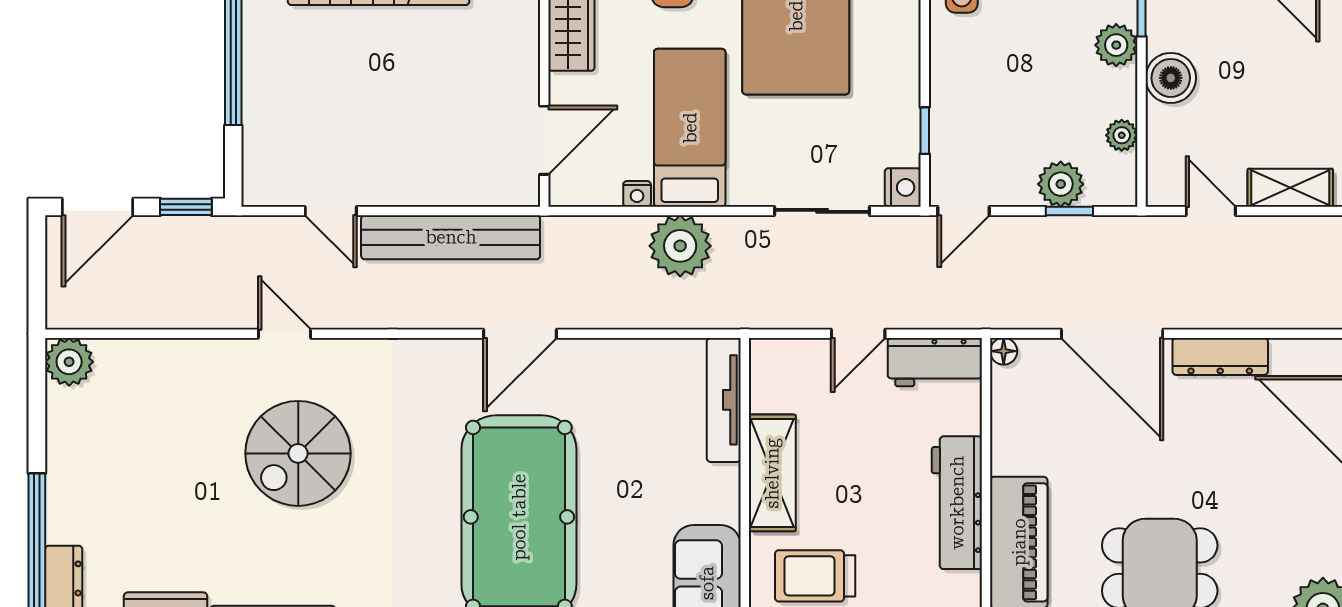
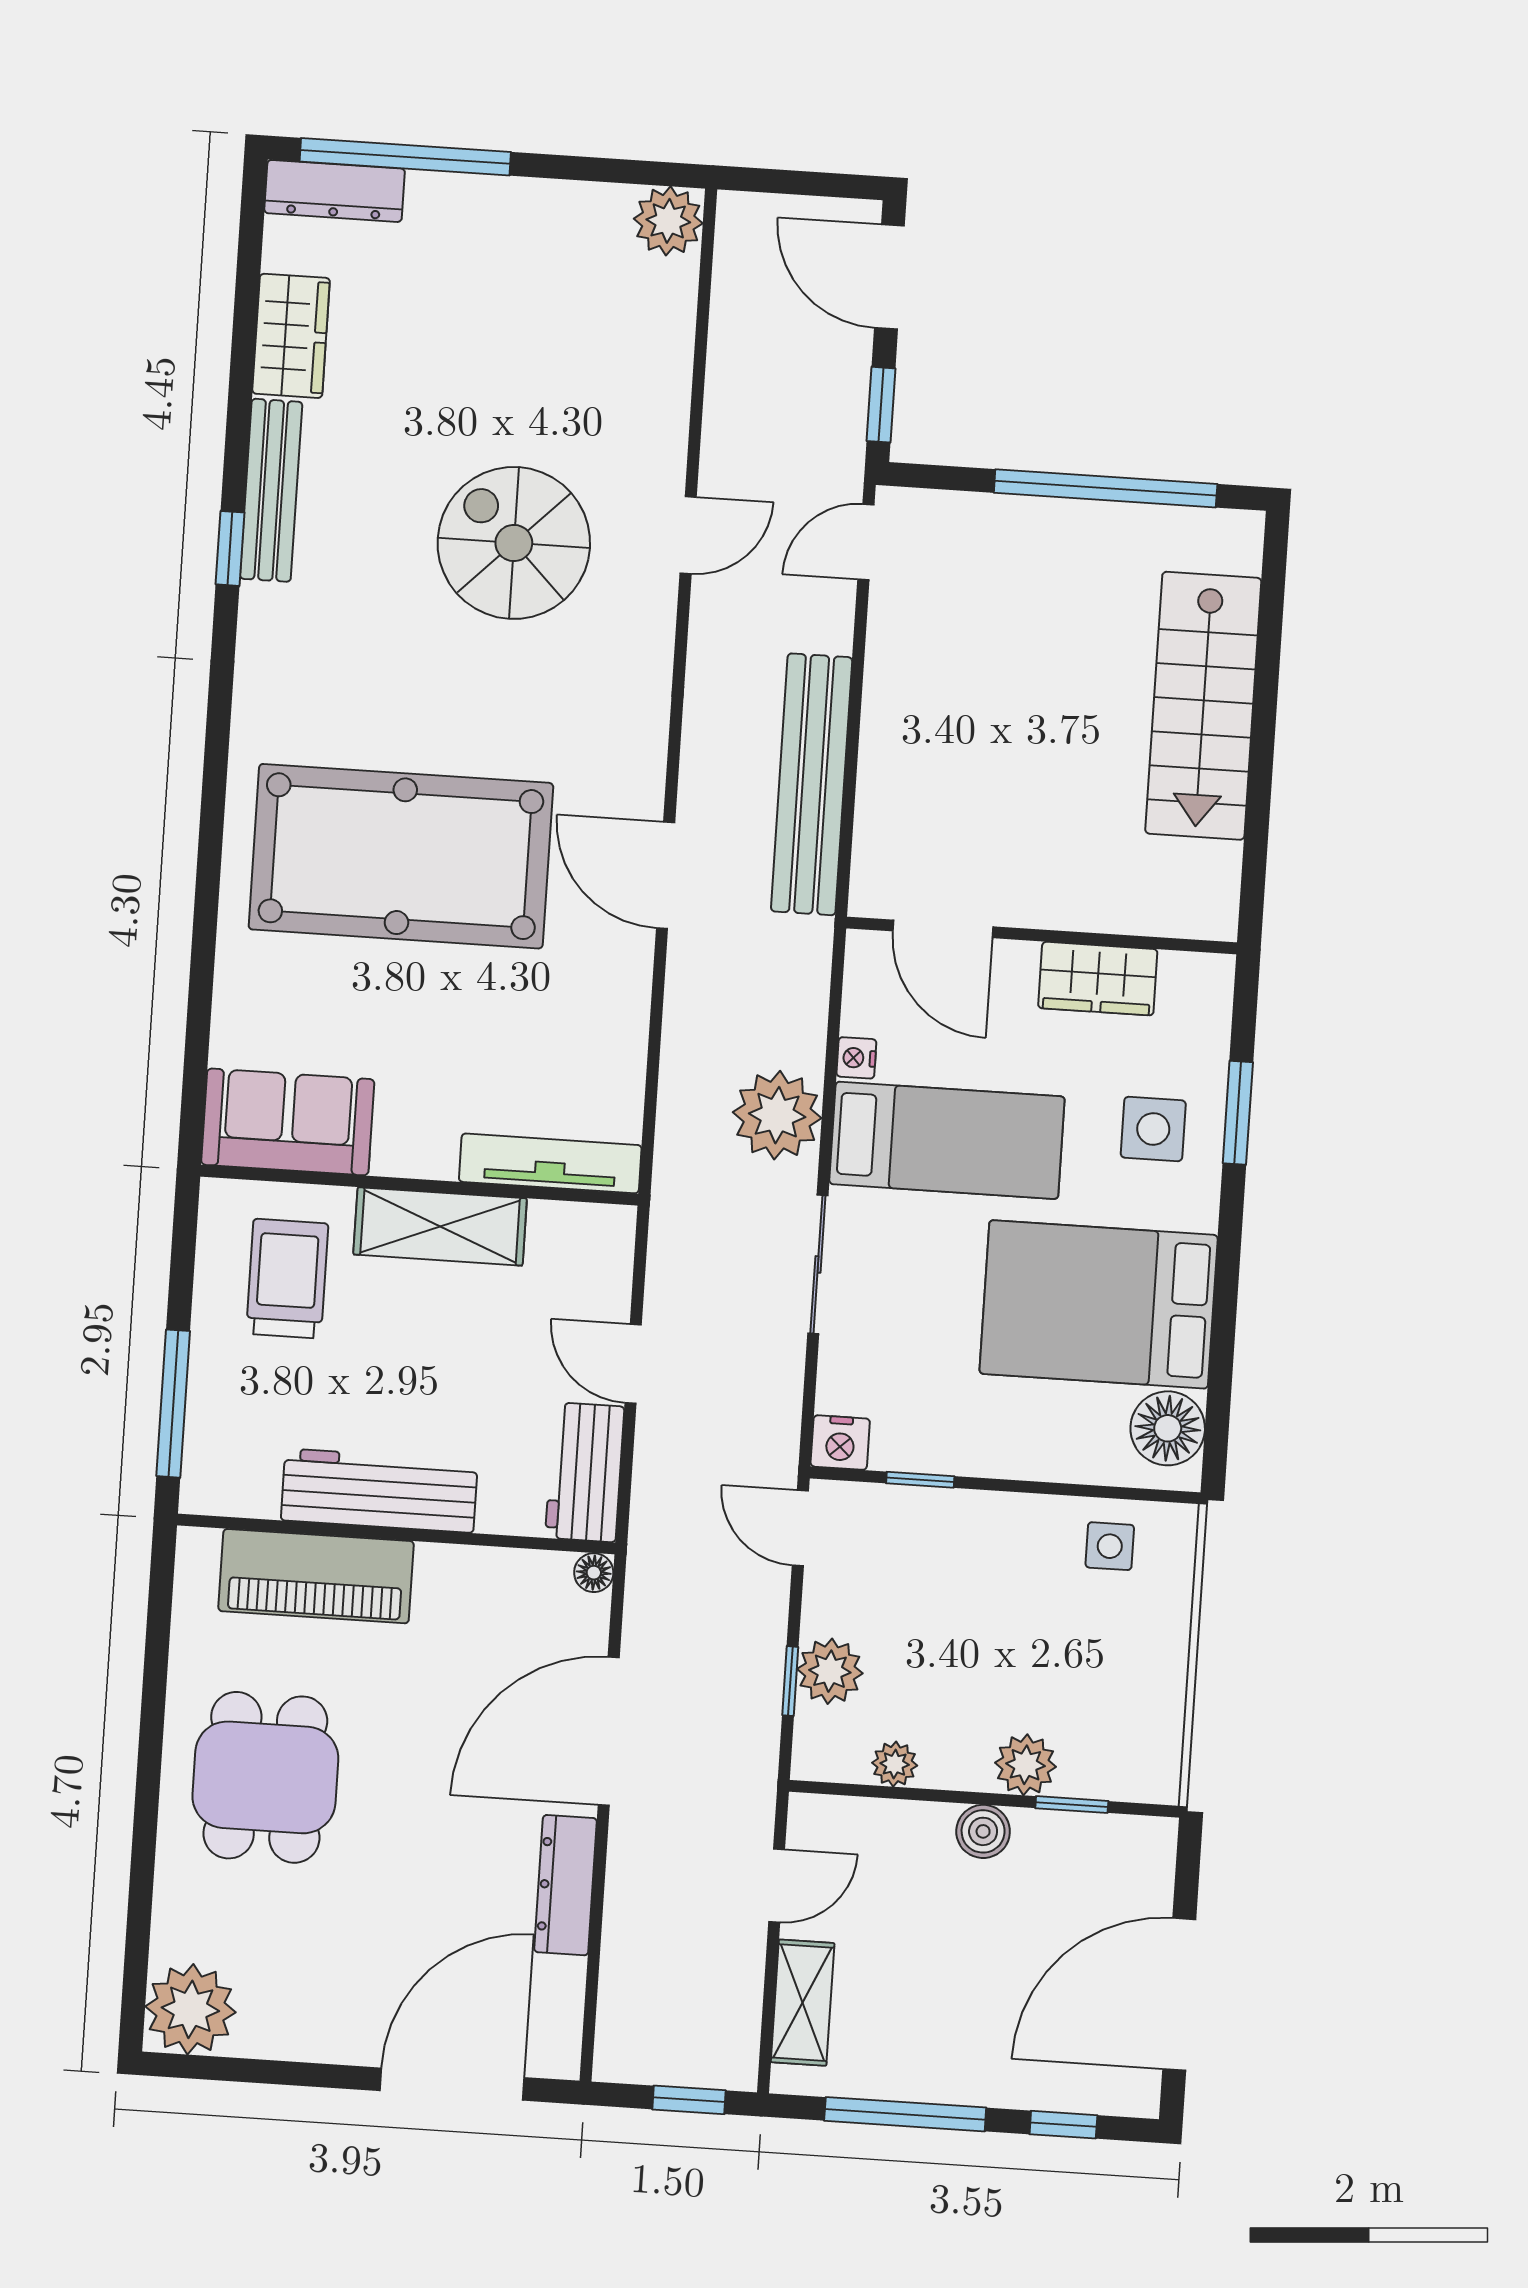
boiler: (1171, 78) -> (983, 1831), width x0.73, depth x0.73
door: (331, 211) -> (866, 542), moved
sliding door: (822, 211) -> (818, 1264), moved

